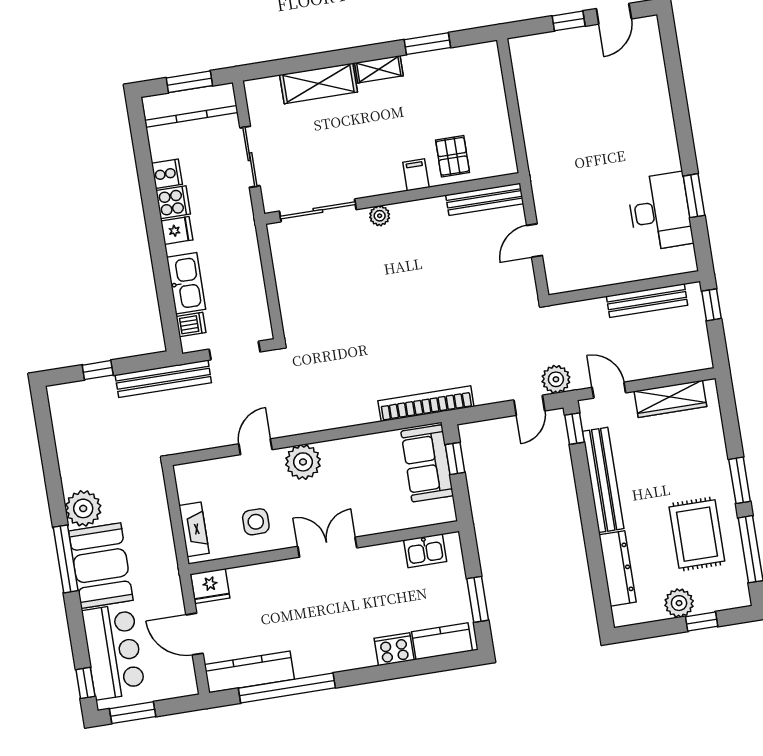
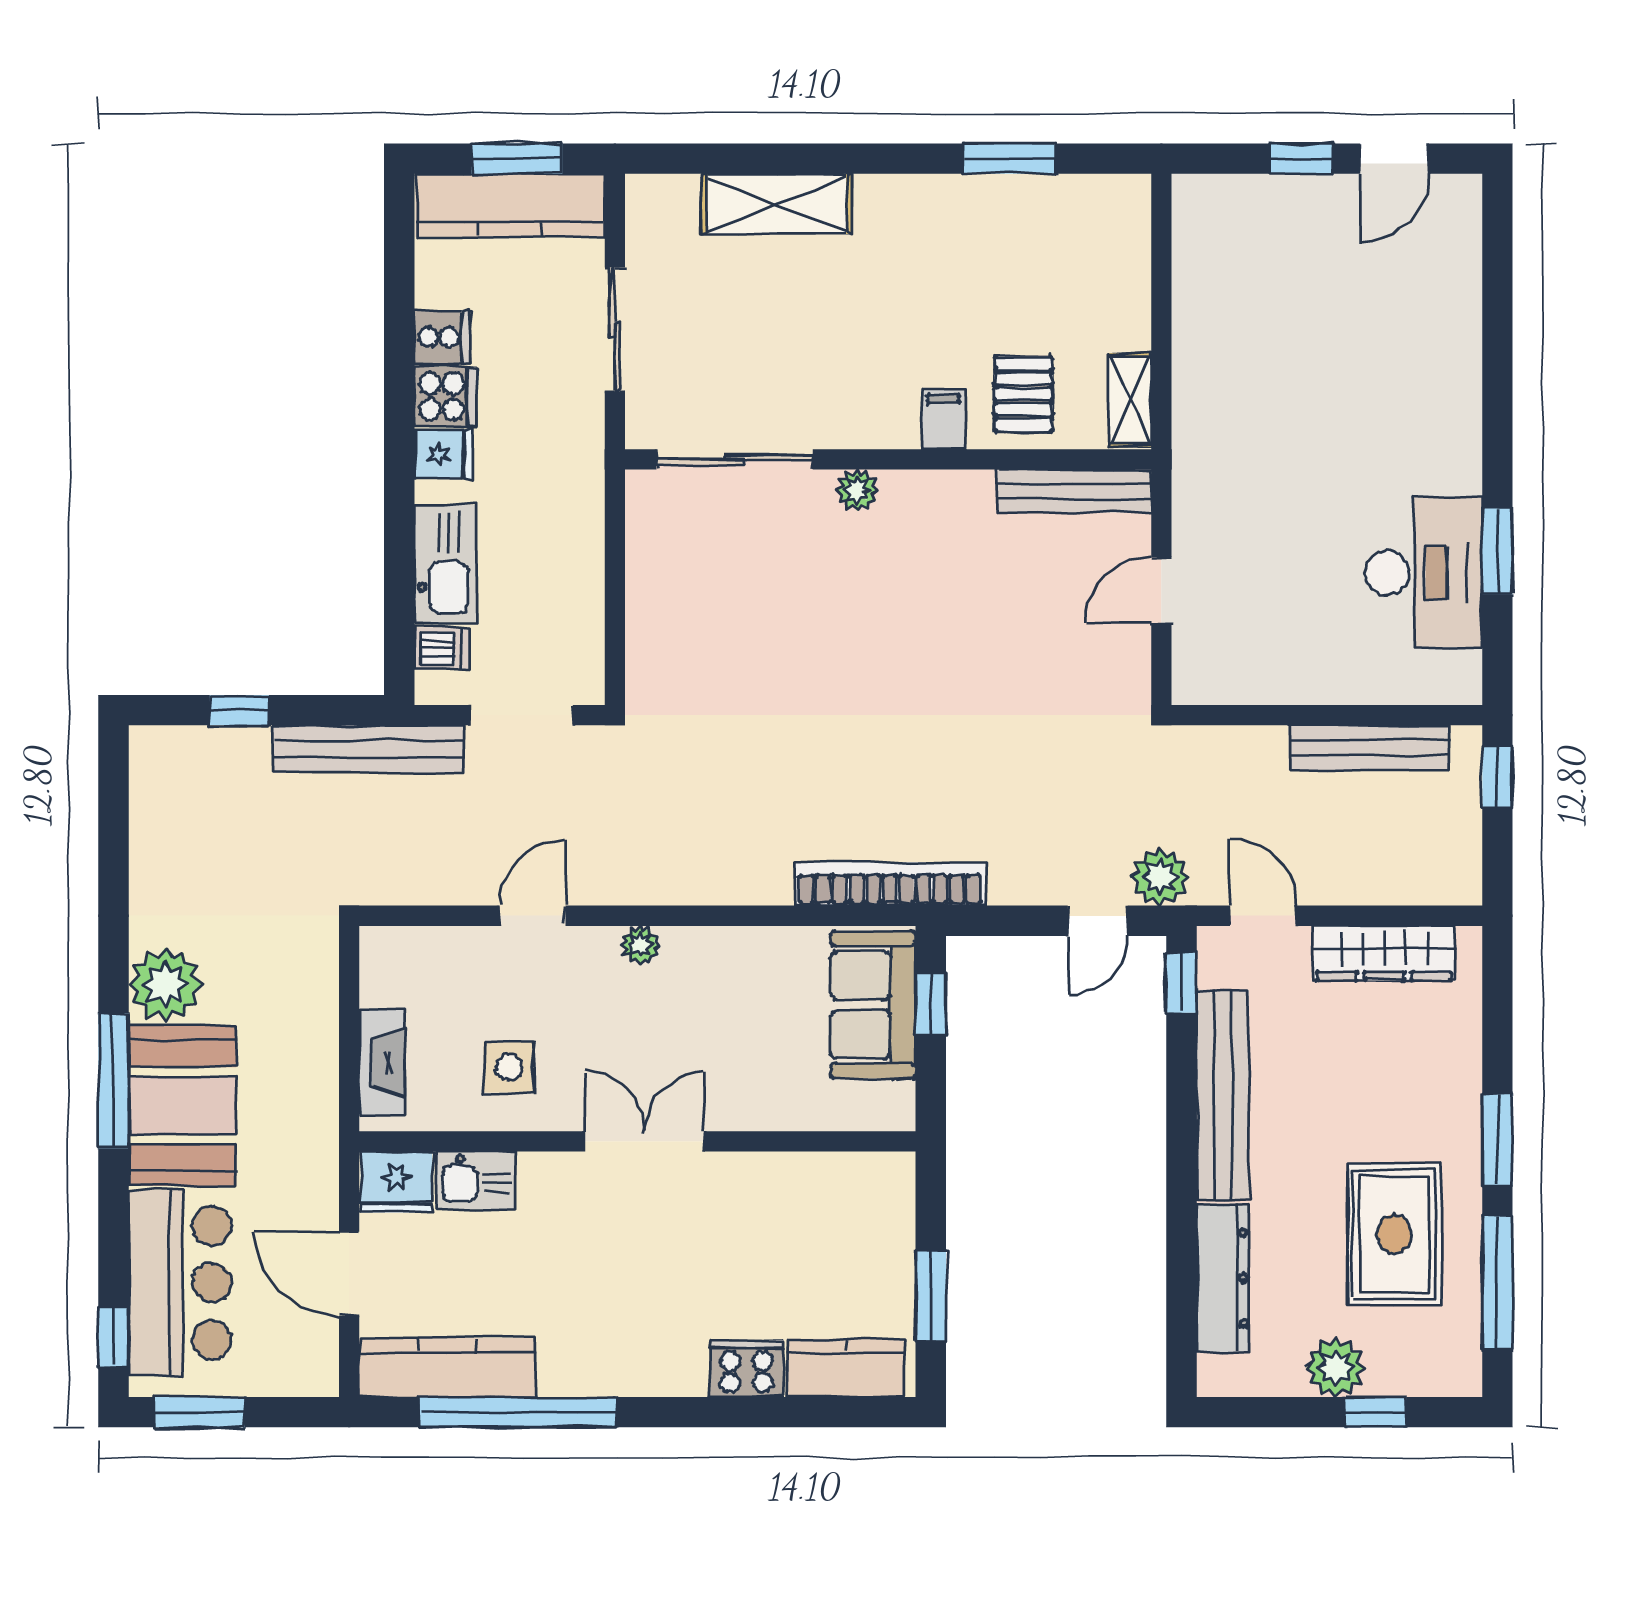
shelving: (379, 69) -> (1130, 400), moved, turned 90
plant: (303, 462) -> (640, 945), width x0.53, depth x0.53
kitchen sink: (425, 551) -> (476, 1180), moved

